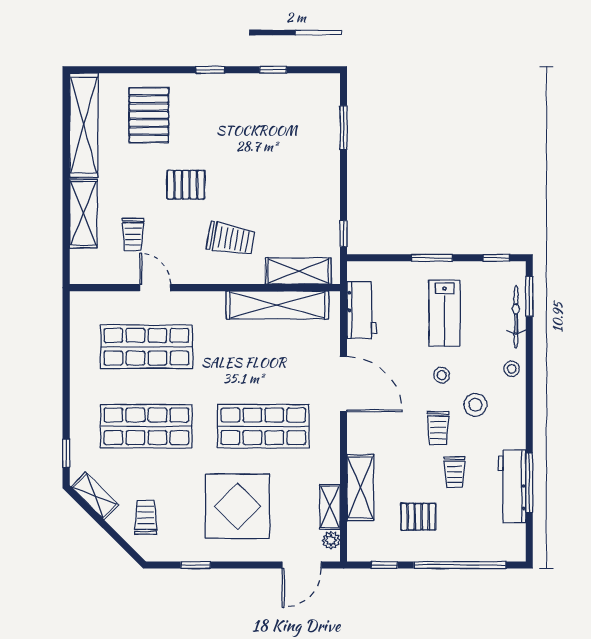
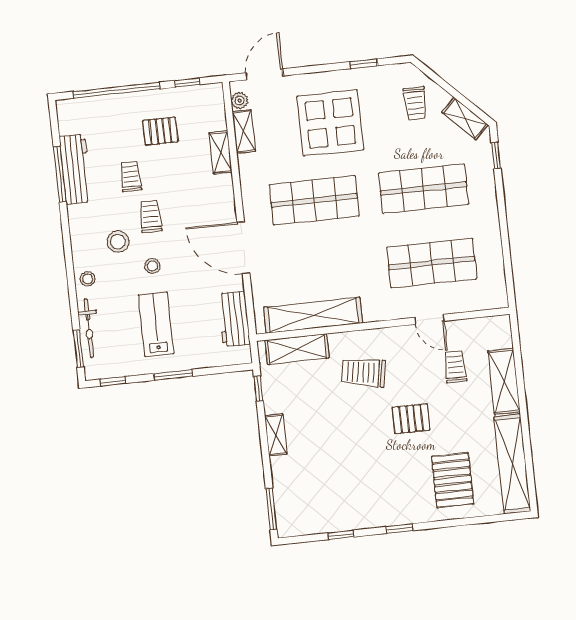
window: (344, 128) -> (271, 509), moved
shelving: (330, 183) -> (276, 435), added
shelving: (360, 488) -> (221, 152), width x0.67, depth x0.75

